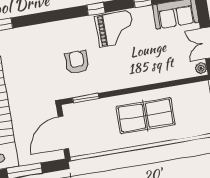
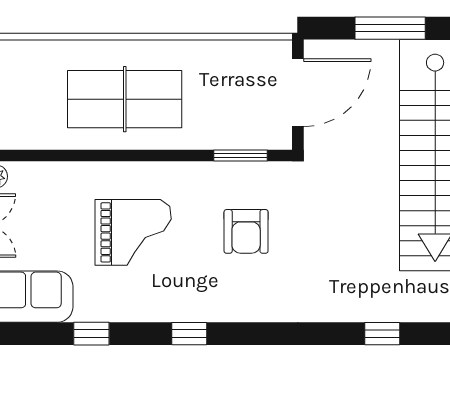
grand piano: (115, 29) -> (133, 232), moved, turned 180

